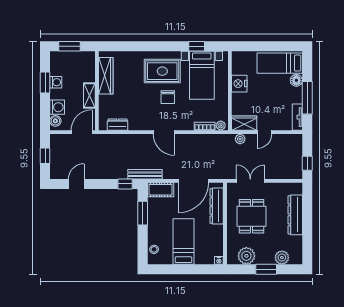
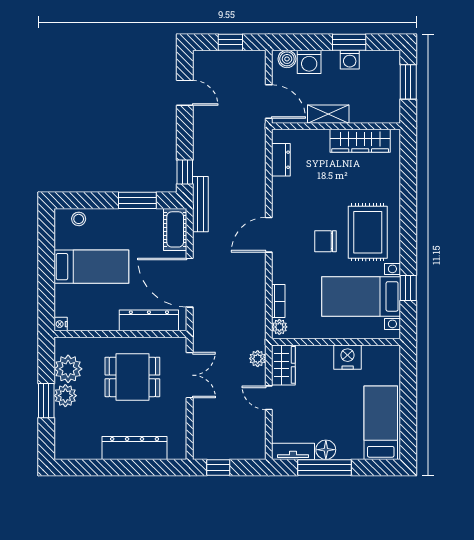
floor lamp: (296, 80) -> (326, 450), moved
plant: (282, 258) -> (65, 396), moved

